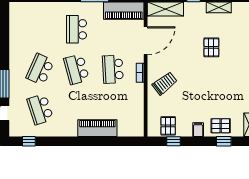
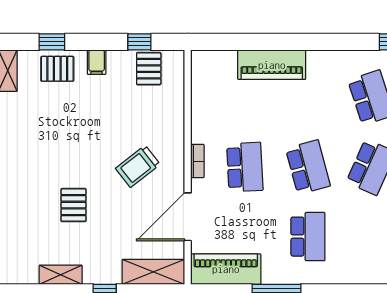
trolley: (165, 83) -> (138, 166), moved

